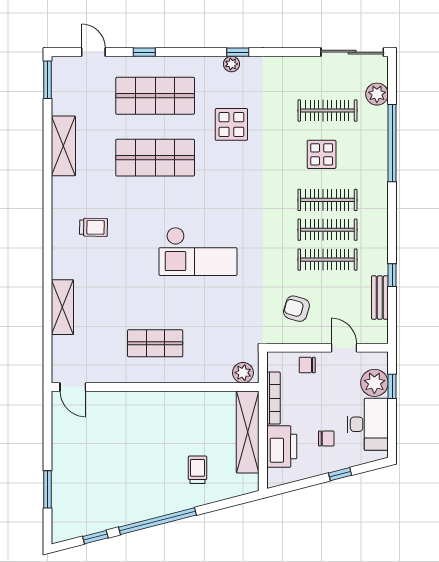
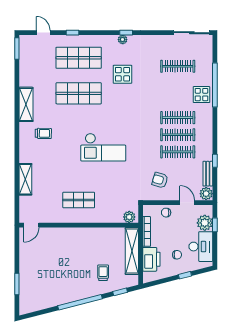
plant: (377, 94) -> (206, 194), moved
shelving: (63, 146) -> (26, 104), moved
display table: (322, 154) -> (201, 95), moved
door: (73, 387) -> (31, 225), hinge flipped
window: (95, 537) -> (120, 292), moved

